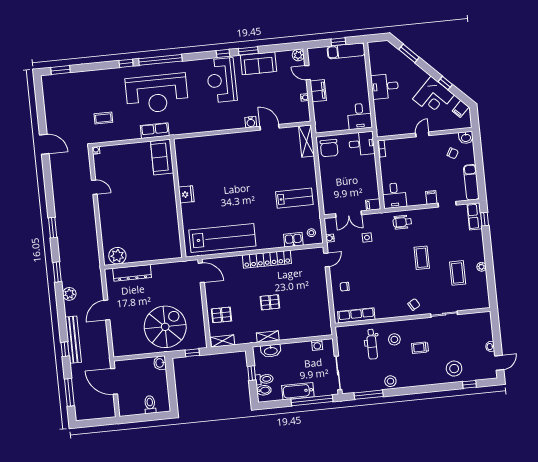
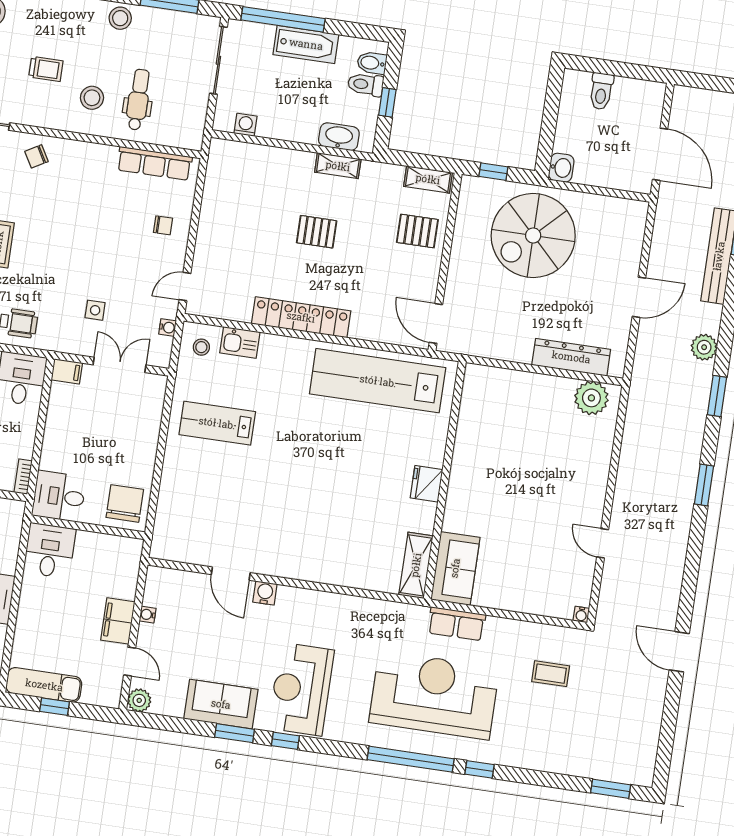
reception desk: (222, 80) -> (301, 689), turned 180
shelving: (306, 141) -> (416, 565), moved

